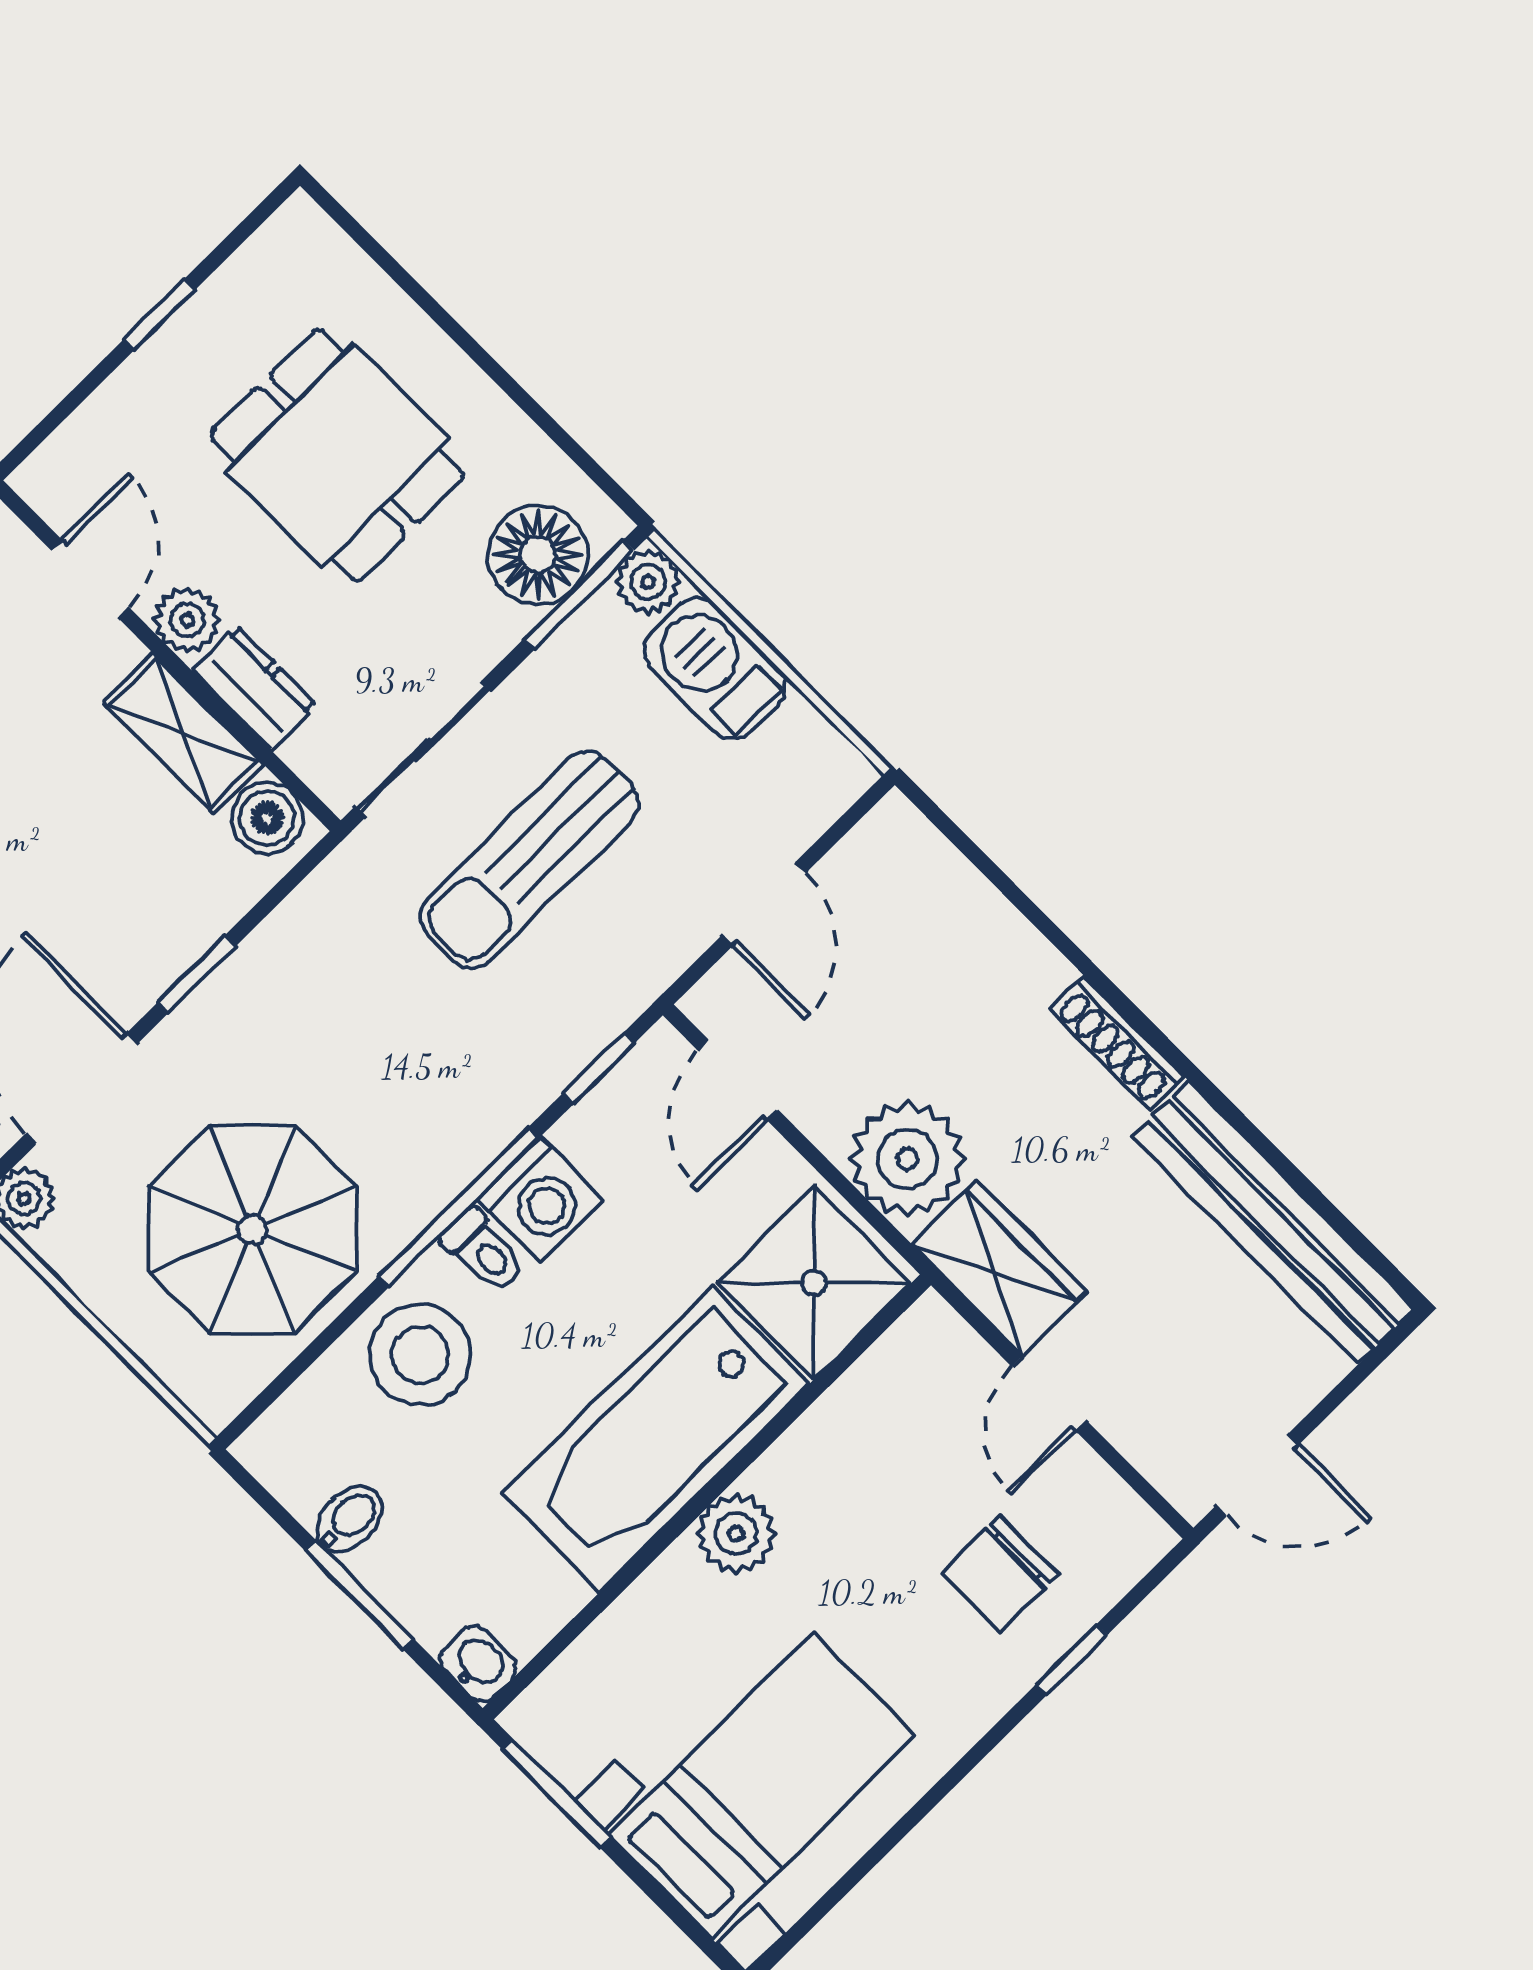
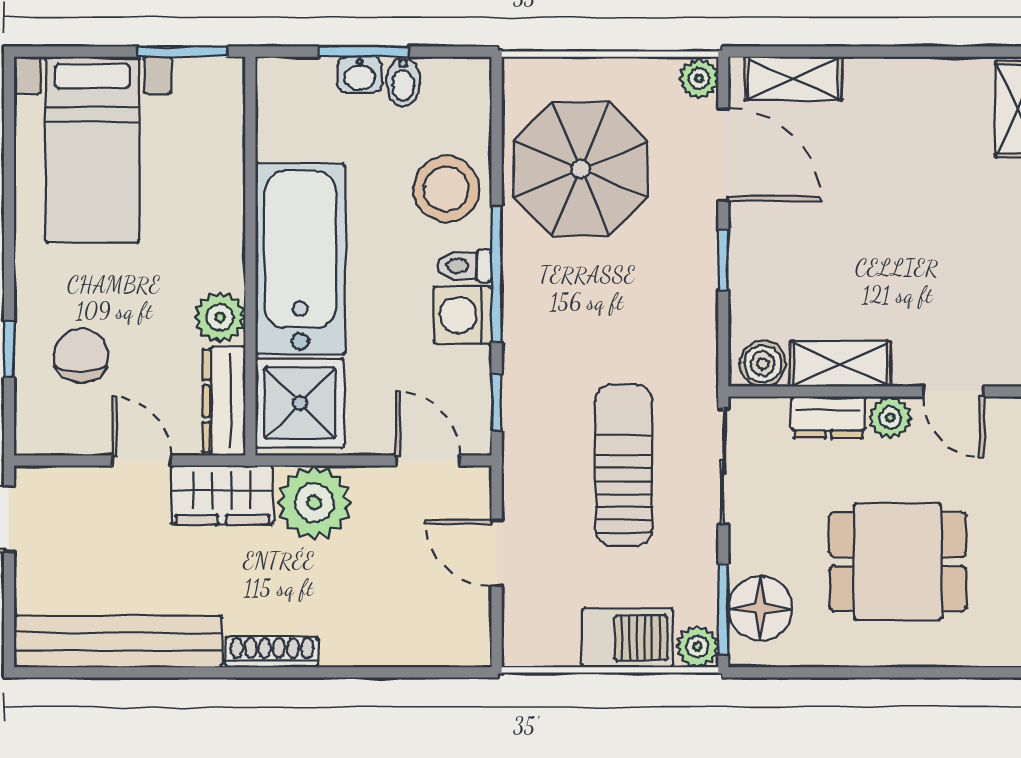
dresser: (894, 1368) -> (224, 401), added
plant: (736, 1534) -> (220, 317), moved
washbasin: (478, 1664) -> (360, 75), moved

